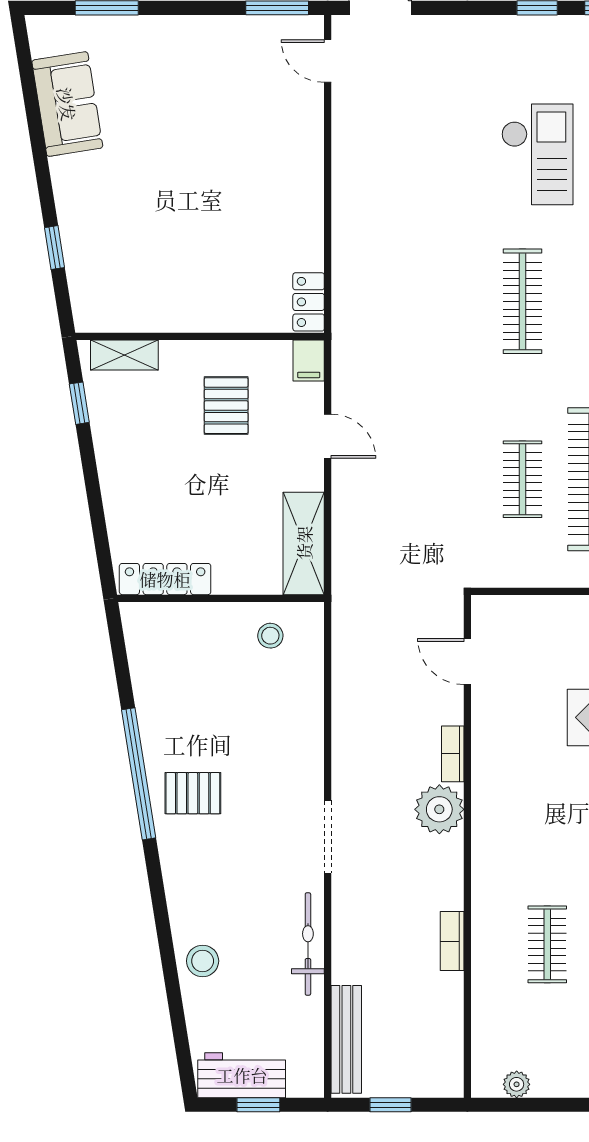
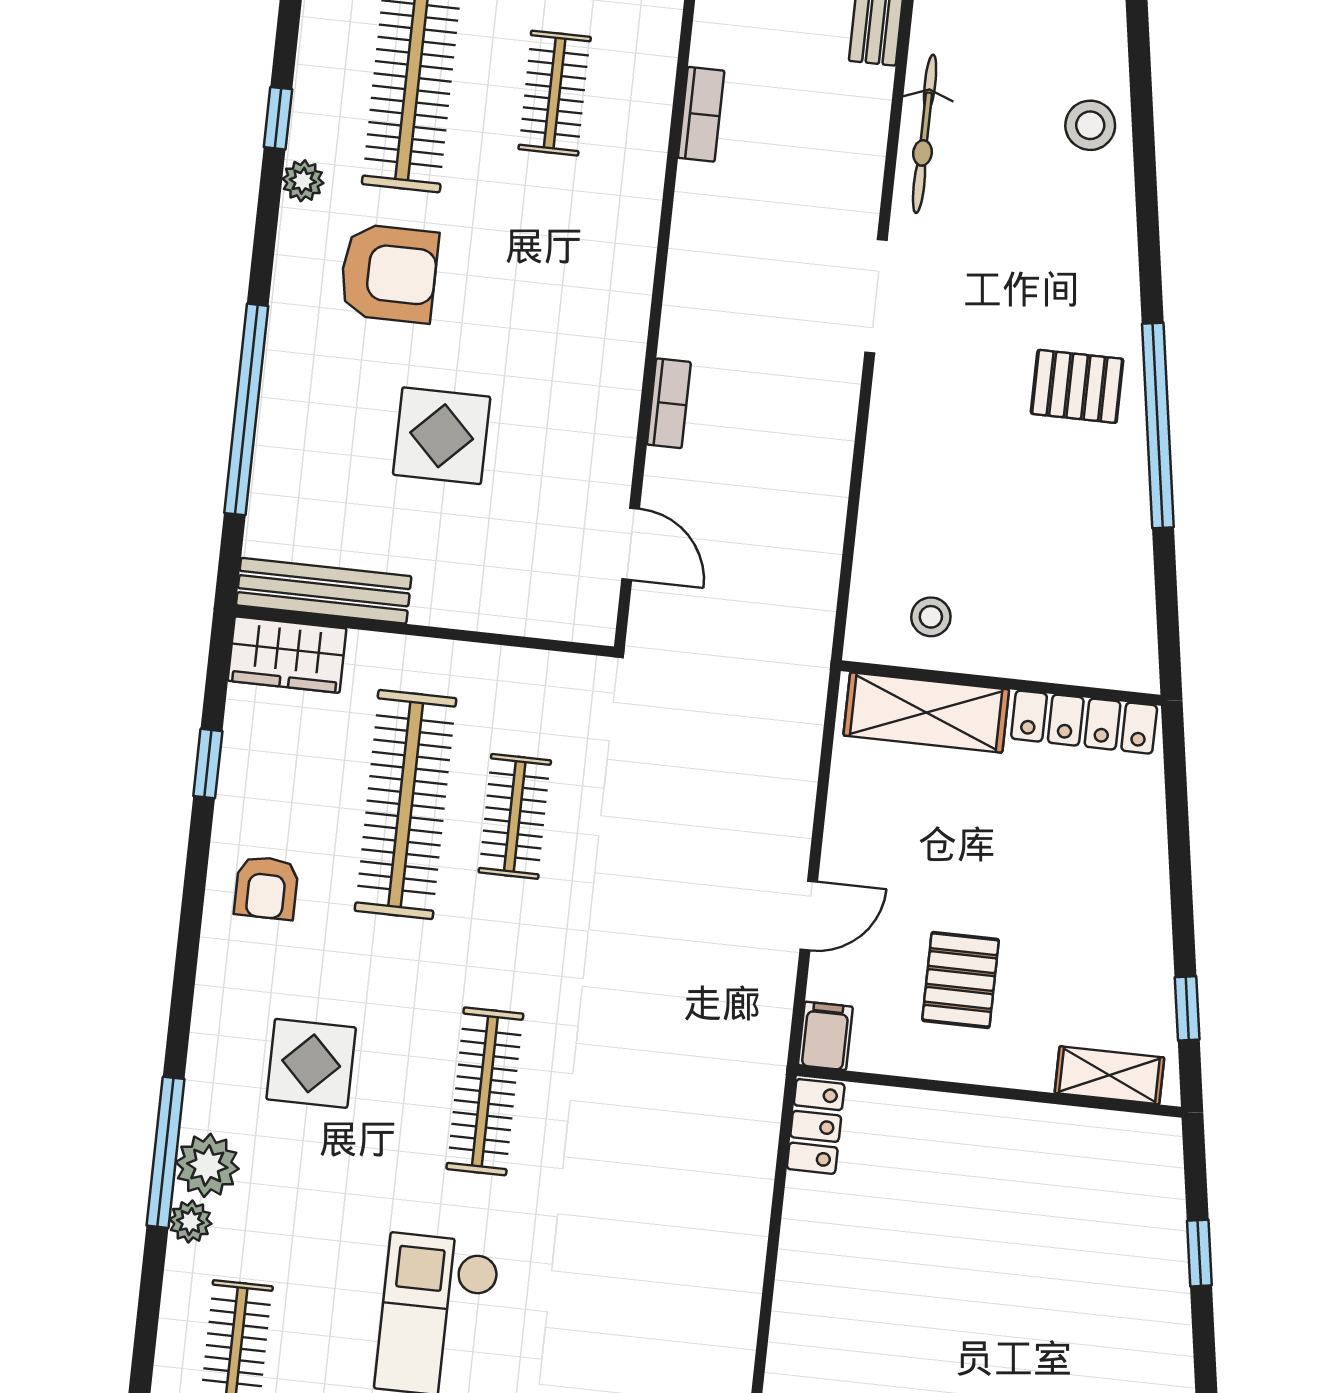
door: (328, 436) -> (809, 915), swing flipped
shelving: (304, 543) -> (926, 712), moved, turned 90
plant: (439, 809) -> (699, 320), removed

